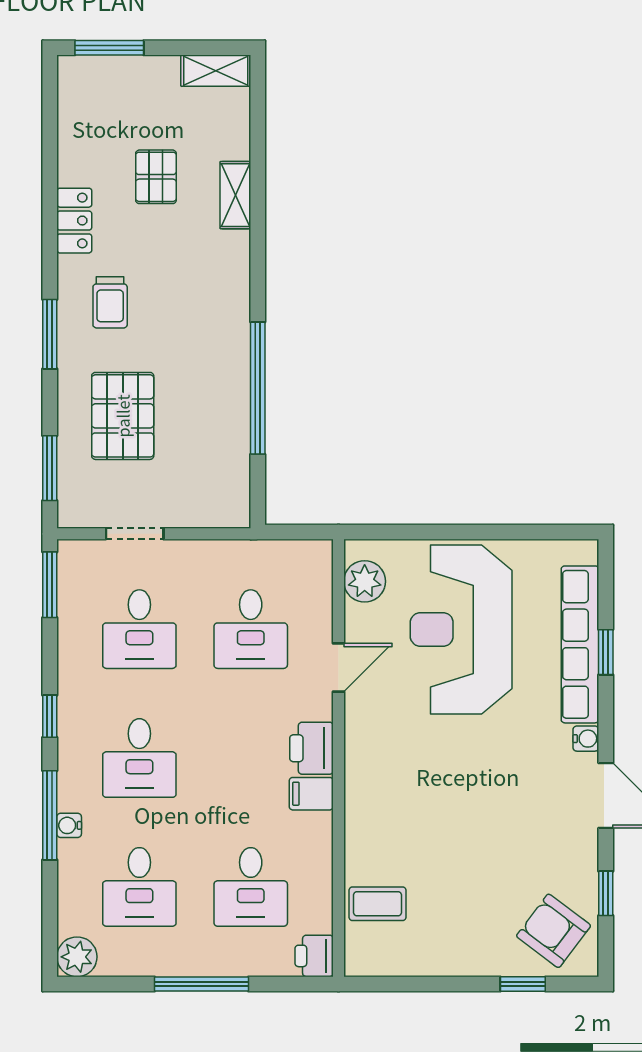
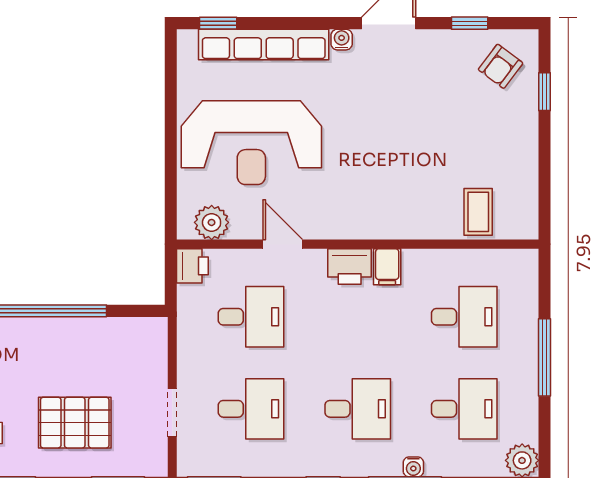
window: (606, 652) -> (218, 23), moved
armchair: (554, 931) -> (501, 66), width x0.72, depth x0.72
printer: (314, 956) -> (192, 266), moved, turned -90

